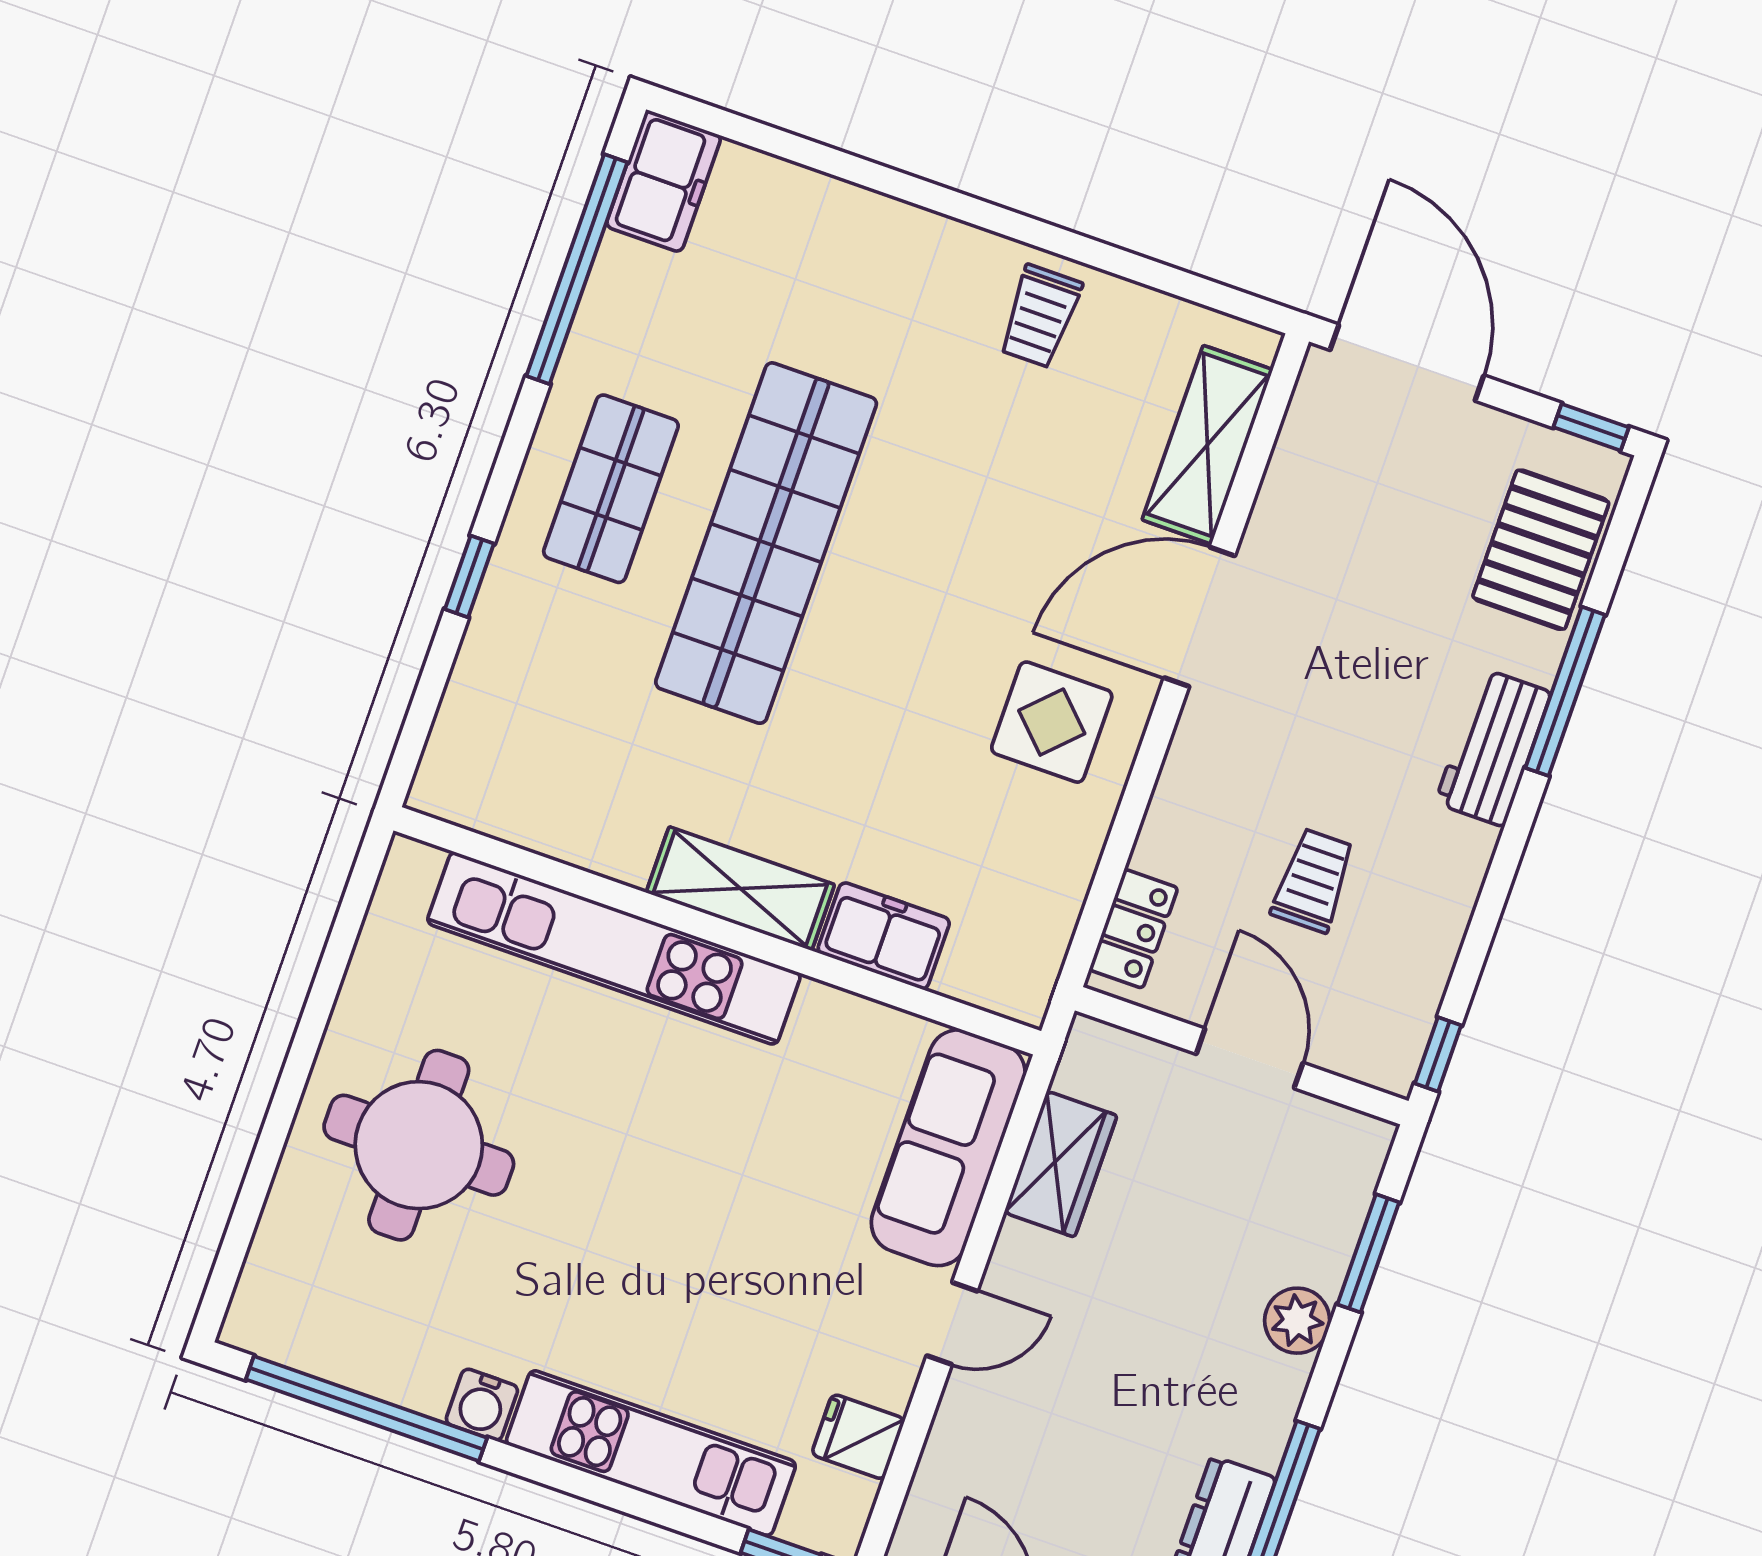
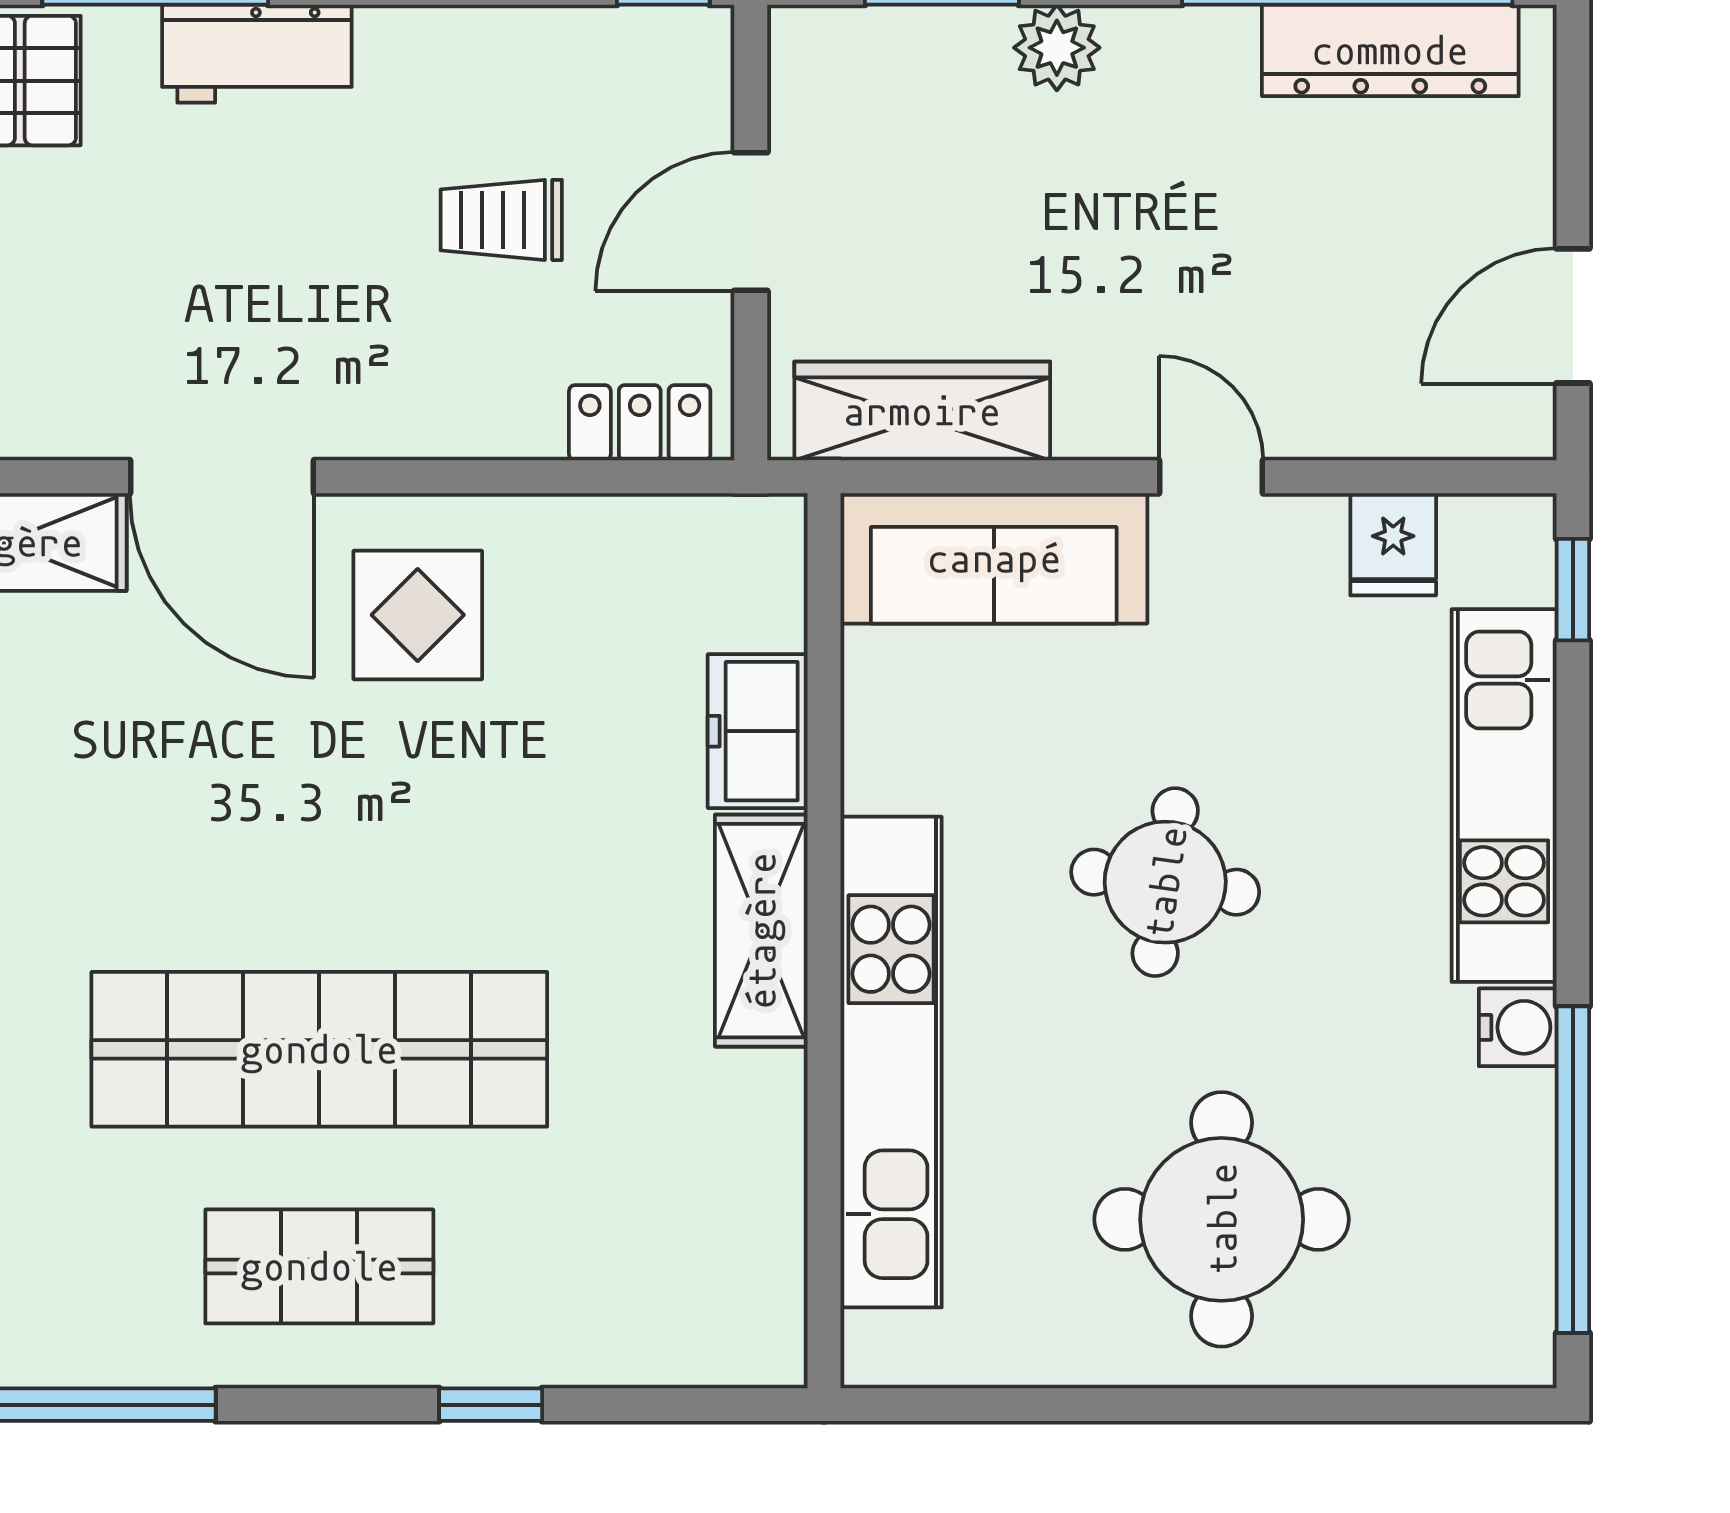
wardrobe: (1061, 1164) -> (922, 411), width x1.50
round table: (674, 1189) -> (1165, 882), added

